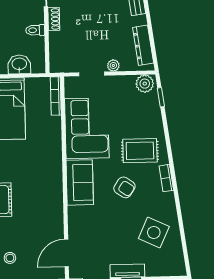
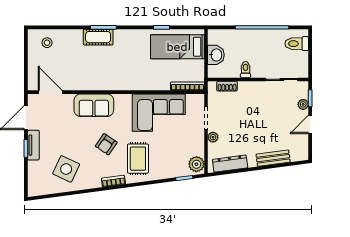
shoe rack: (54, 19) -> (227, 86), moved
sofa: (80, 182) -> (94, 105), moved

